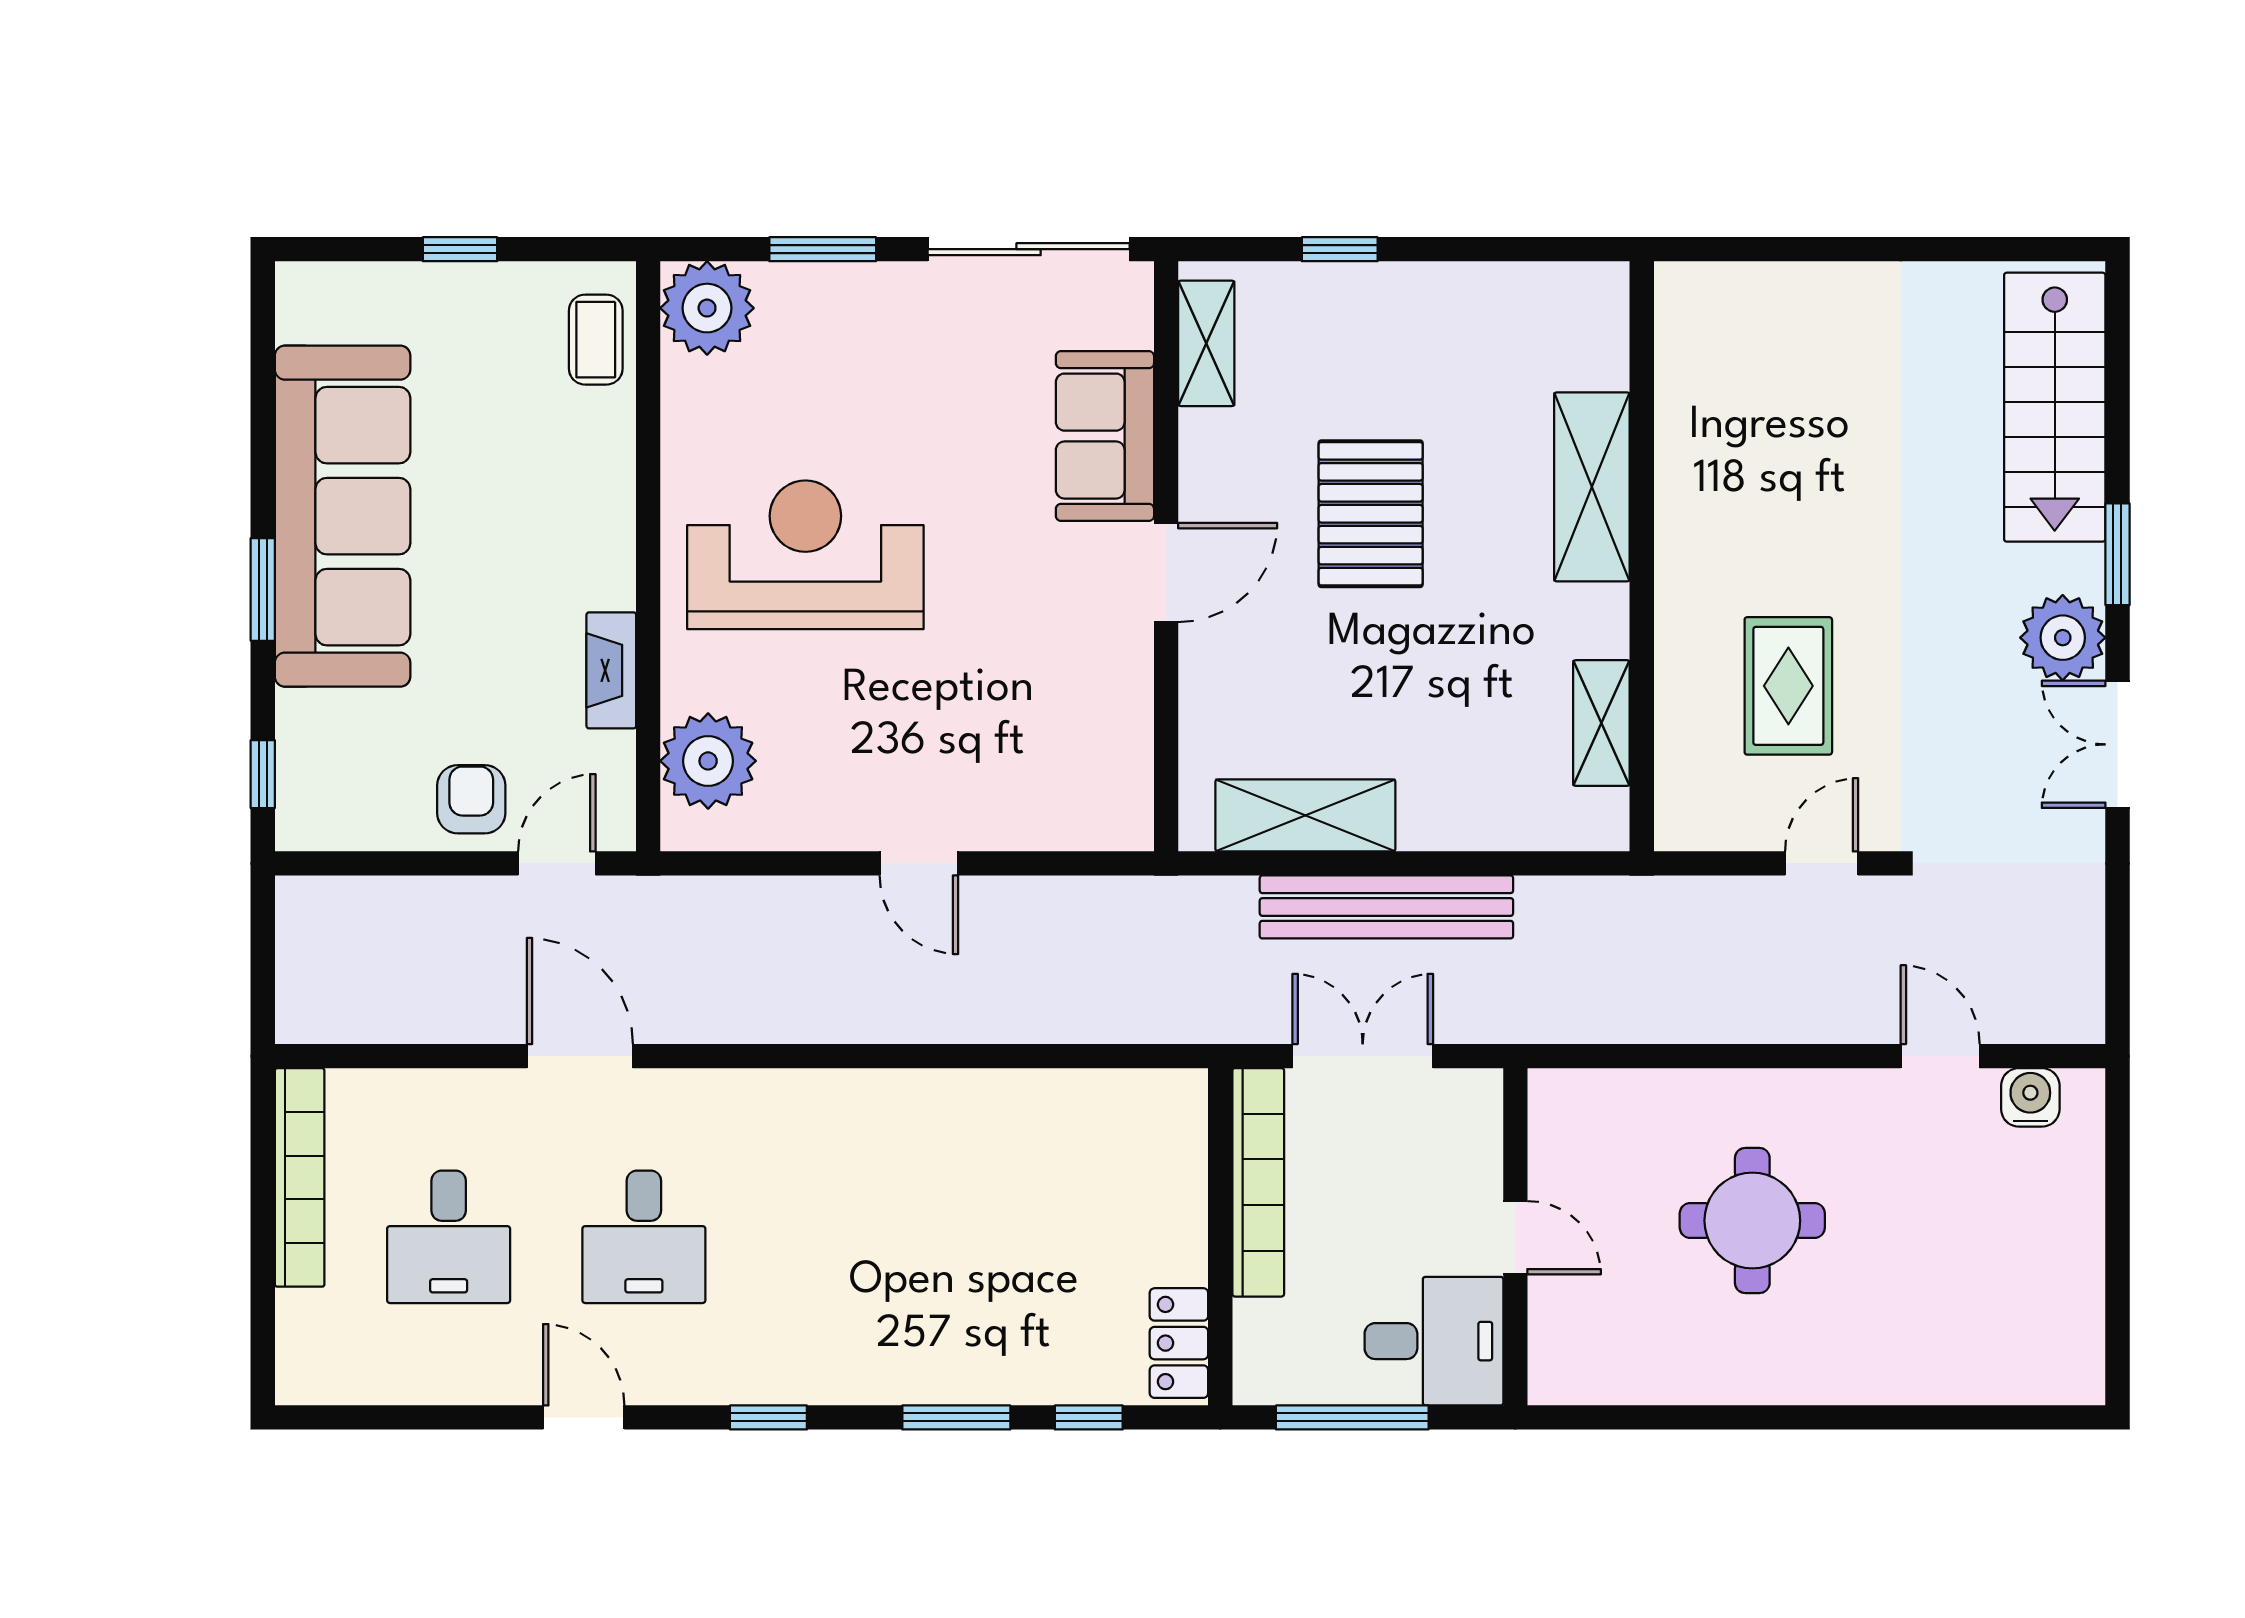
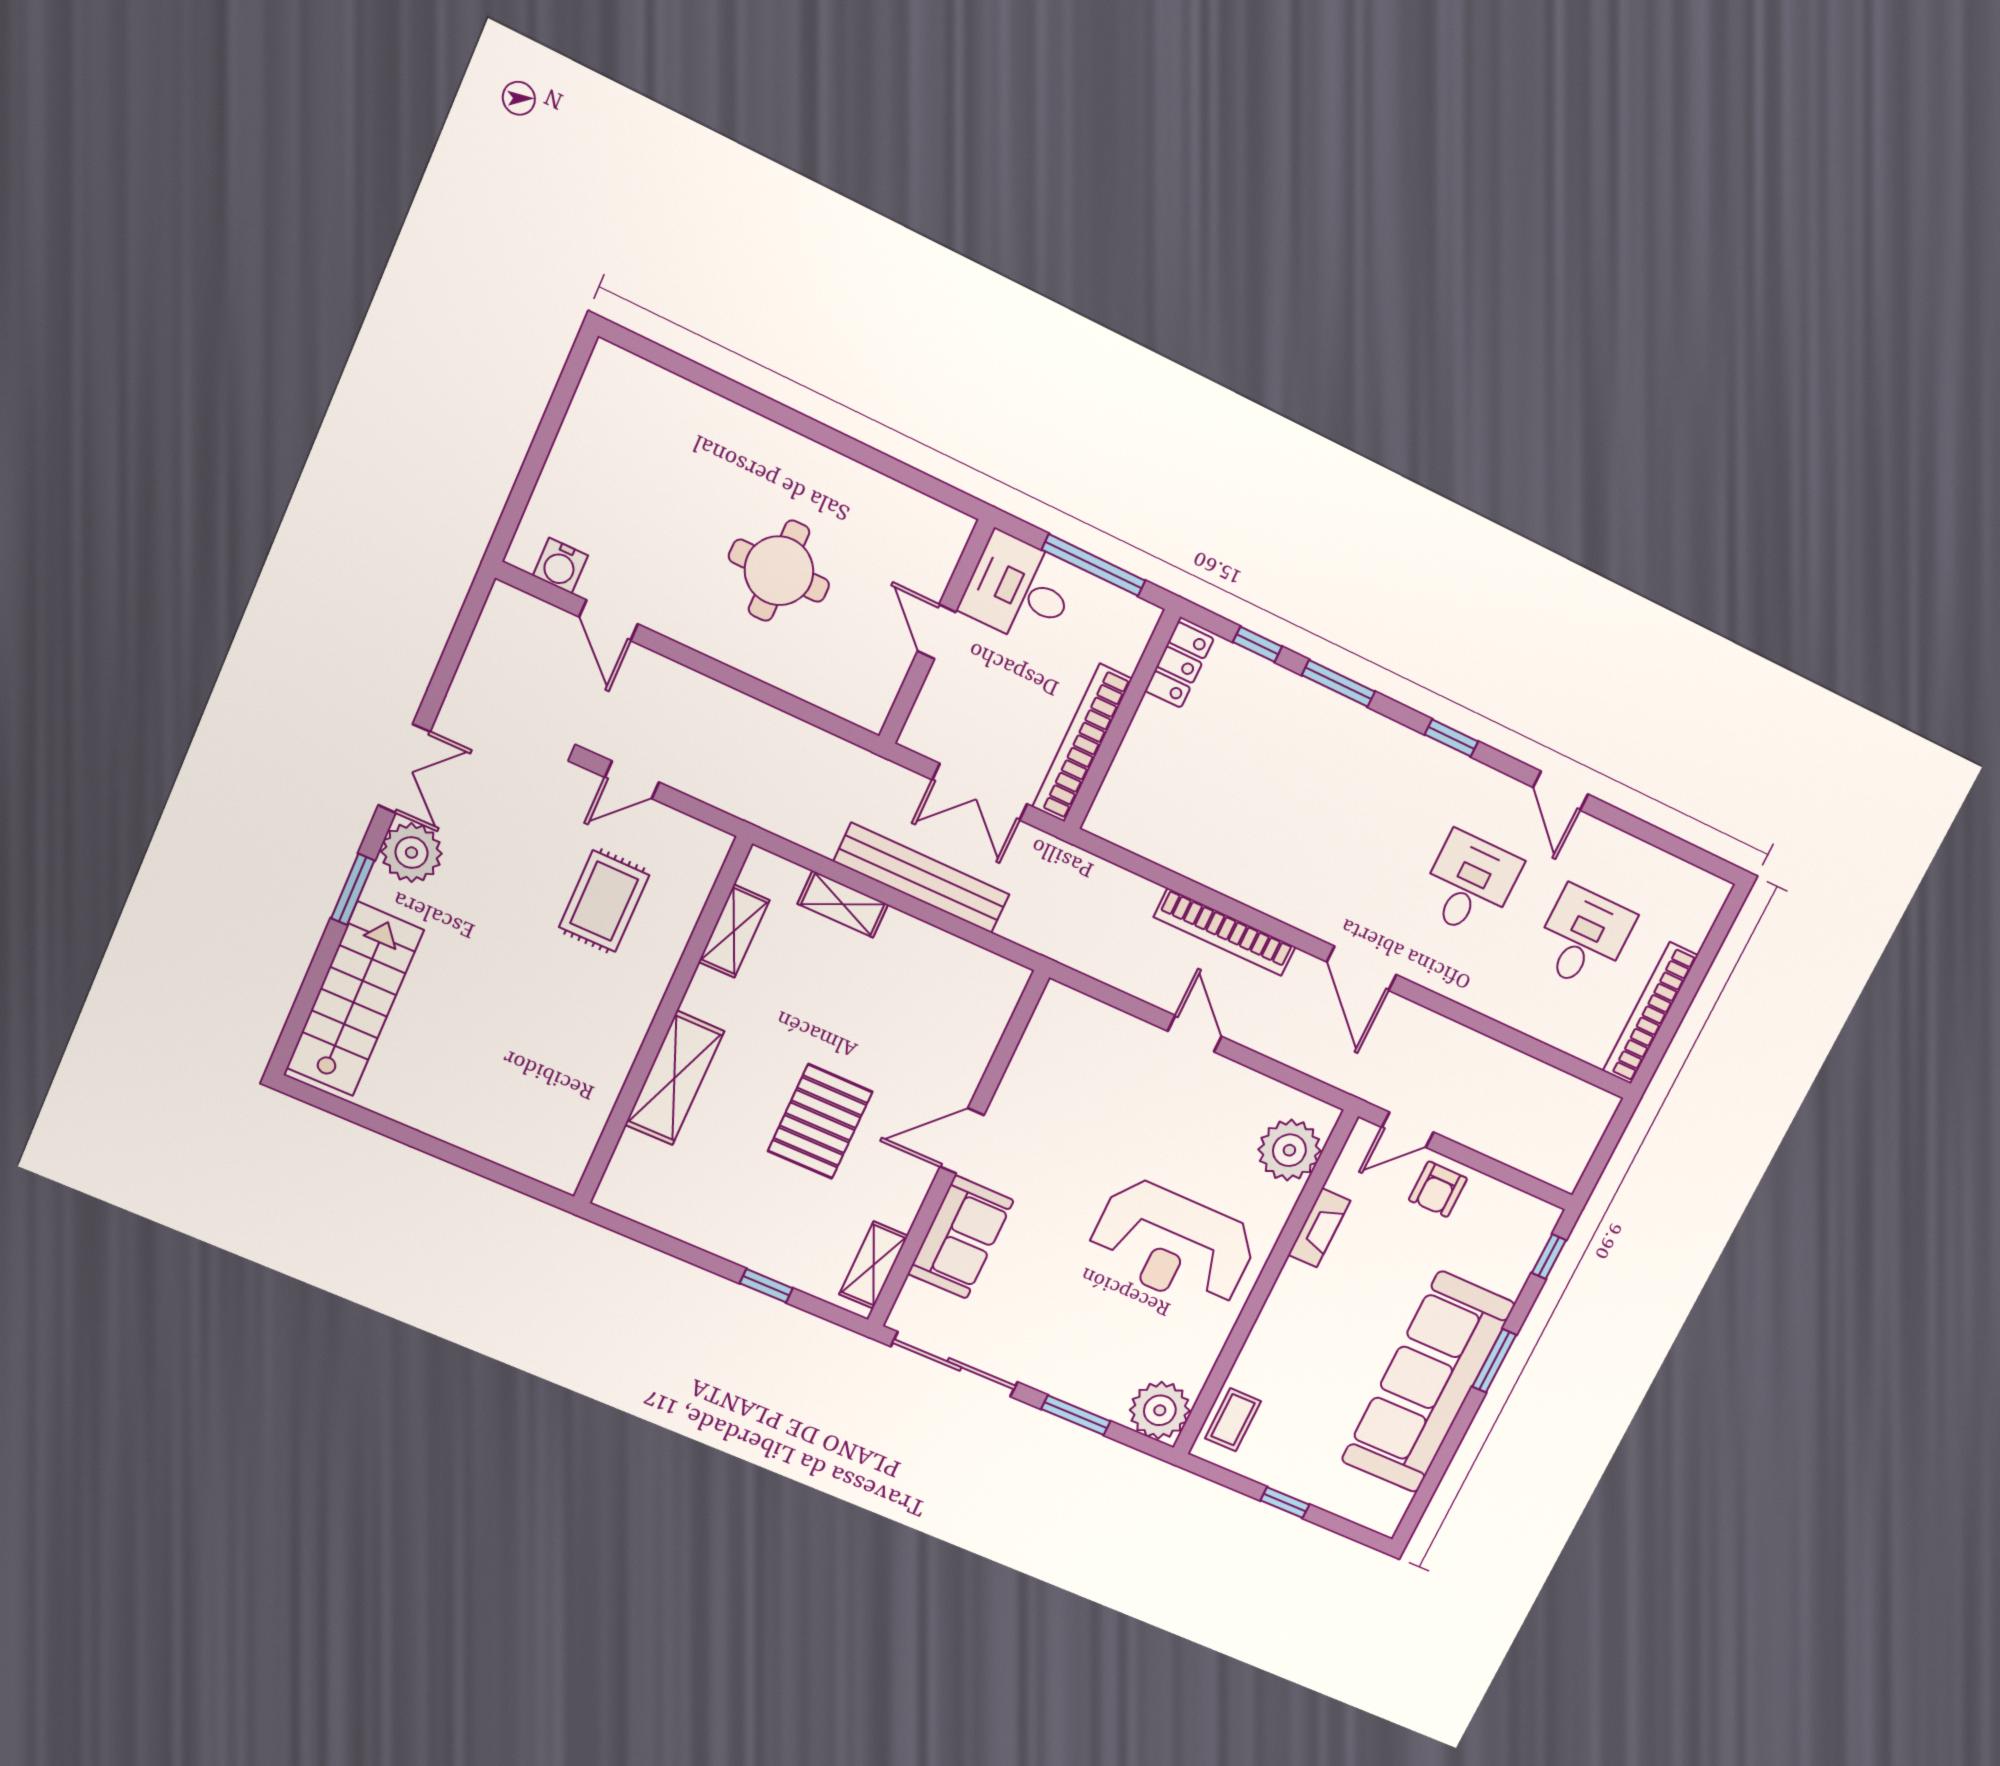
shelving: (1305, 815) -> (843, 904), moved, width x0.67, depth x0.75
bookcase: (946, 1020) -> (1225, 932), added
door: (580, 1056) -> (1362, 968), moved

